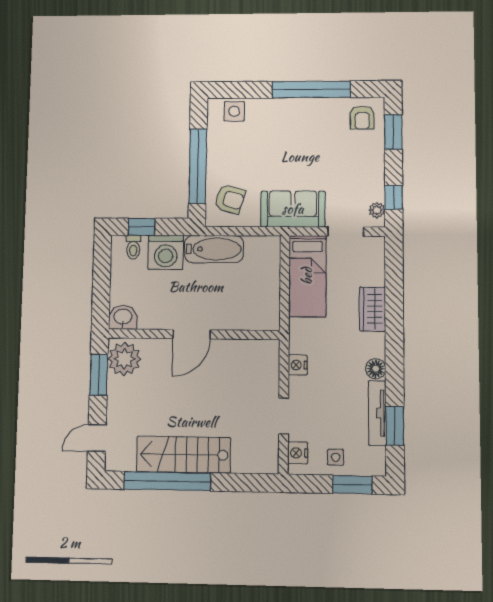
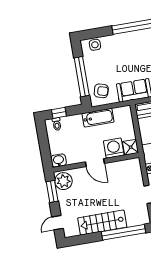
washing machine: (166, 252) -> (114, 148), moved, turned 180
shower: (266, 317) -> (131, 147), added
door: (191, 334) -> (95, 163), hinge flipped
window: (167, 481) -> (123, 232), moved

